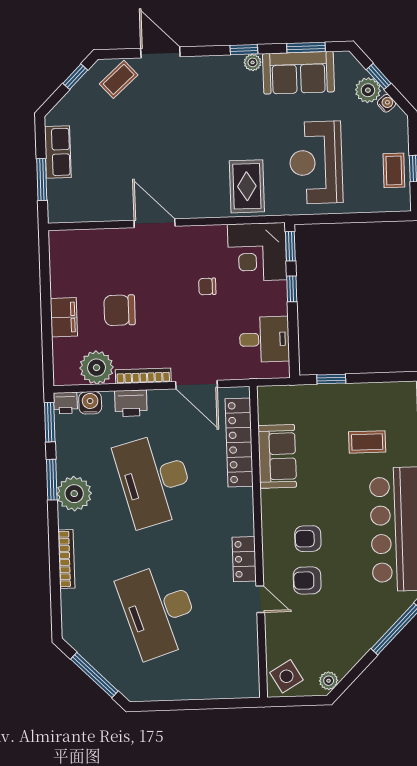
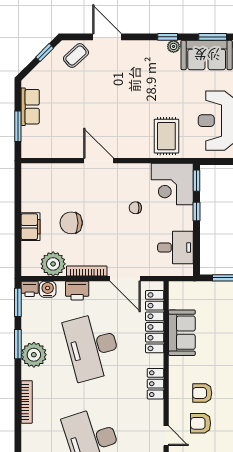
locker: (244, 559) -> (156, 384), moved

